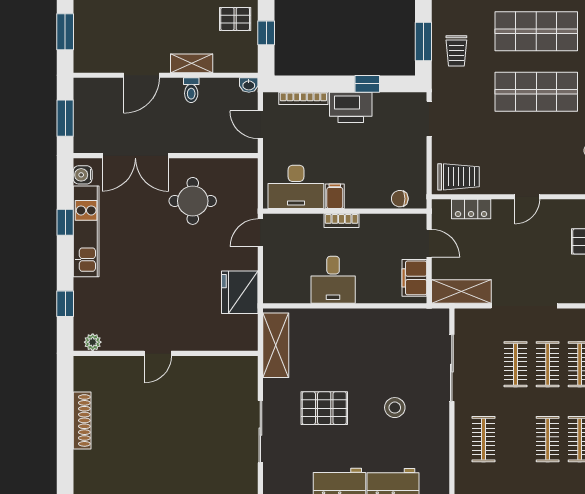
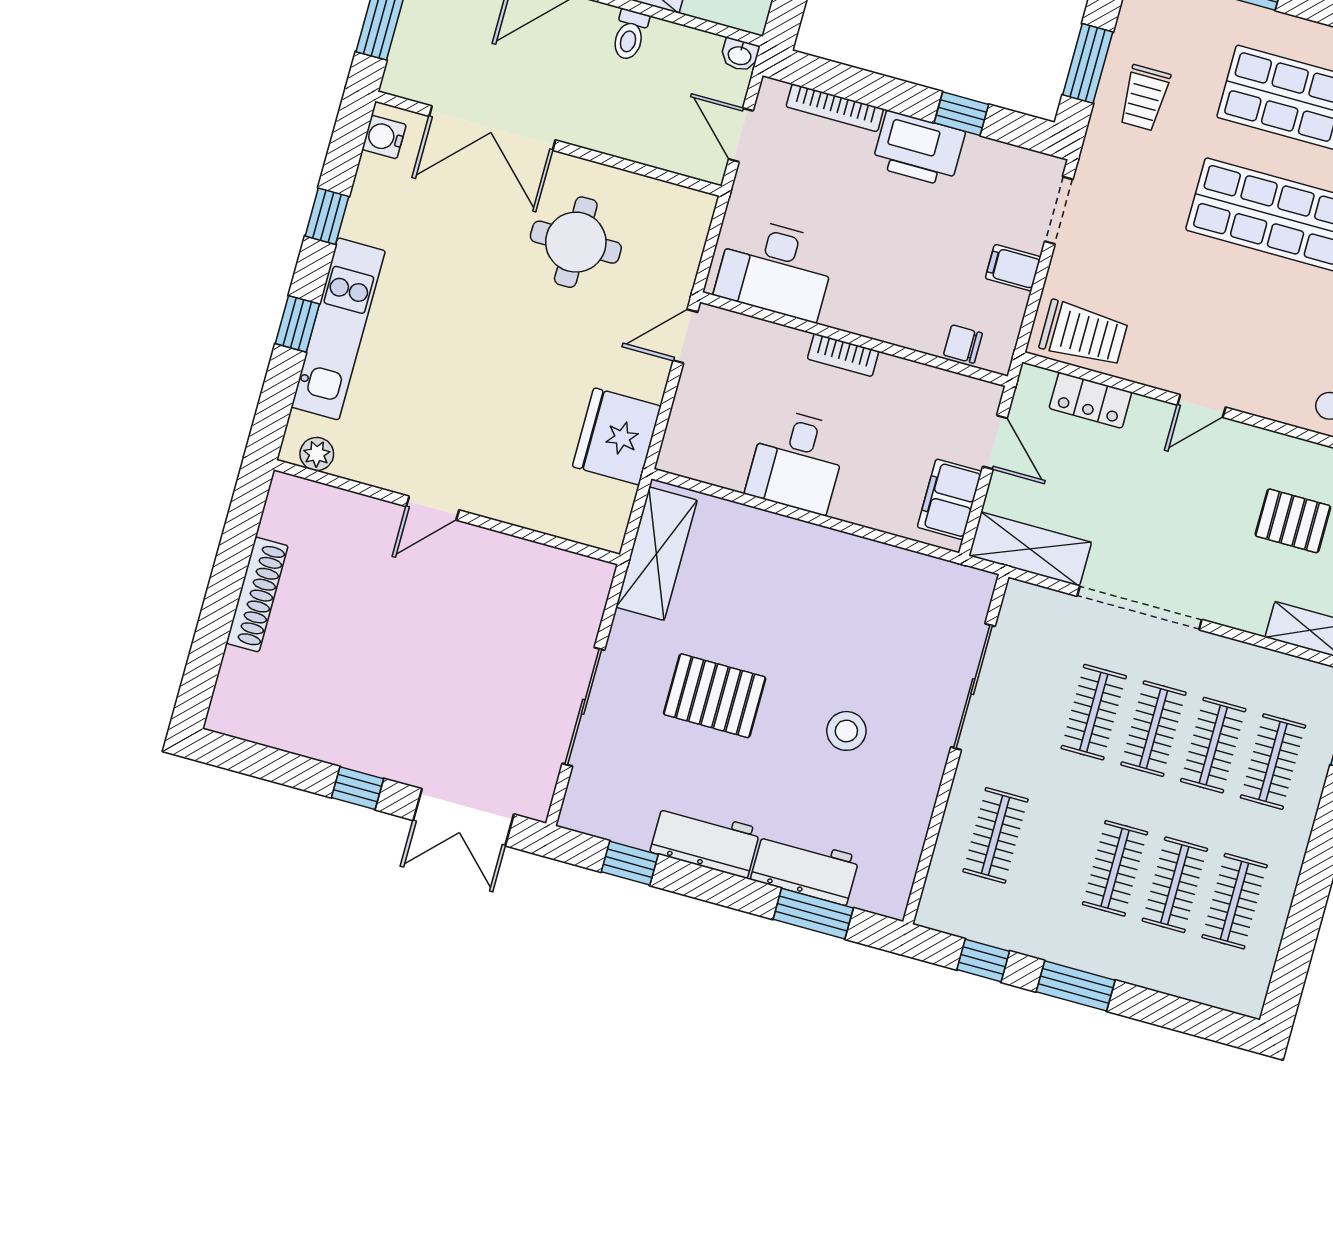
filing cabinet: (335, 196) -> (1013, 268), moved, turned -90
kitchen unit: (86, 231) -> (338, 329), moved
window: (65, 304) -> (297, 324), moved

